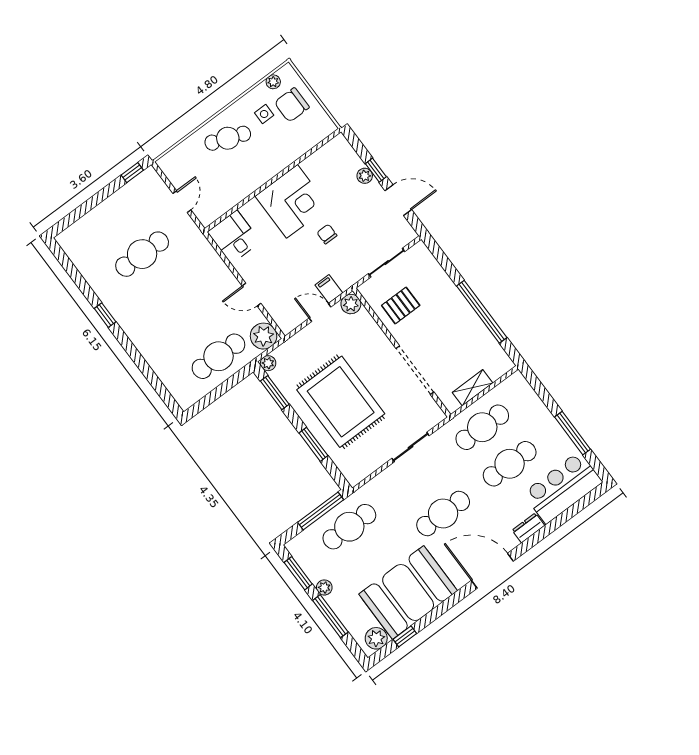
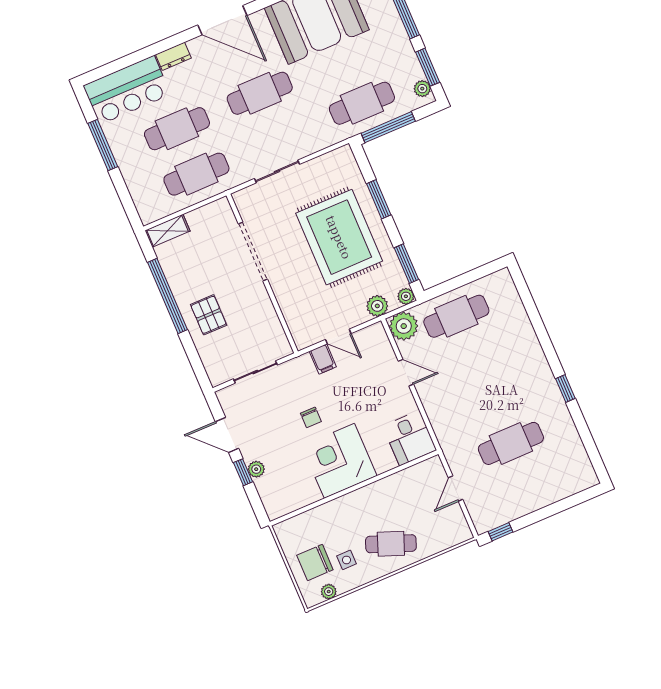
chair: (292, 105) -> (315, 563), turned 180
plant: (351, 304) -> (377, 306), moved
pallet: (401, 305) -> (209, 315), moved, turned 90
shelving: (473, 388) -> (167, 231), moved
plant: (324, 587) -> (422, 89), moved

